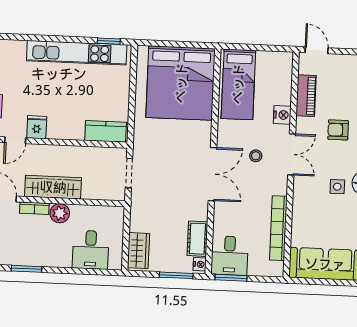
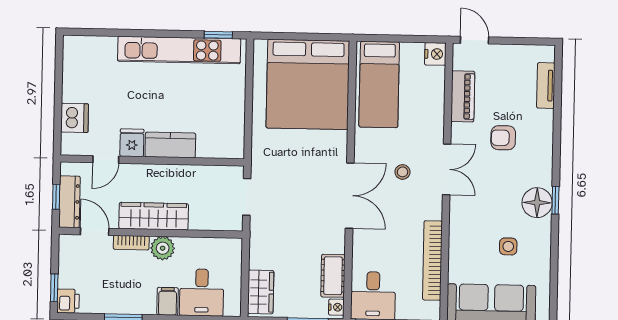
nightstand: (282, 115) -> (435, 54), moved
kitchen counter: (106, 131) -> (170, 145), moved
side table: (337, 187) -> (508, 246), moved
filing cabinet: (63, 256) -> (168, 301), added

